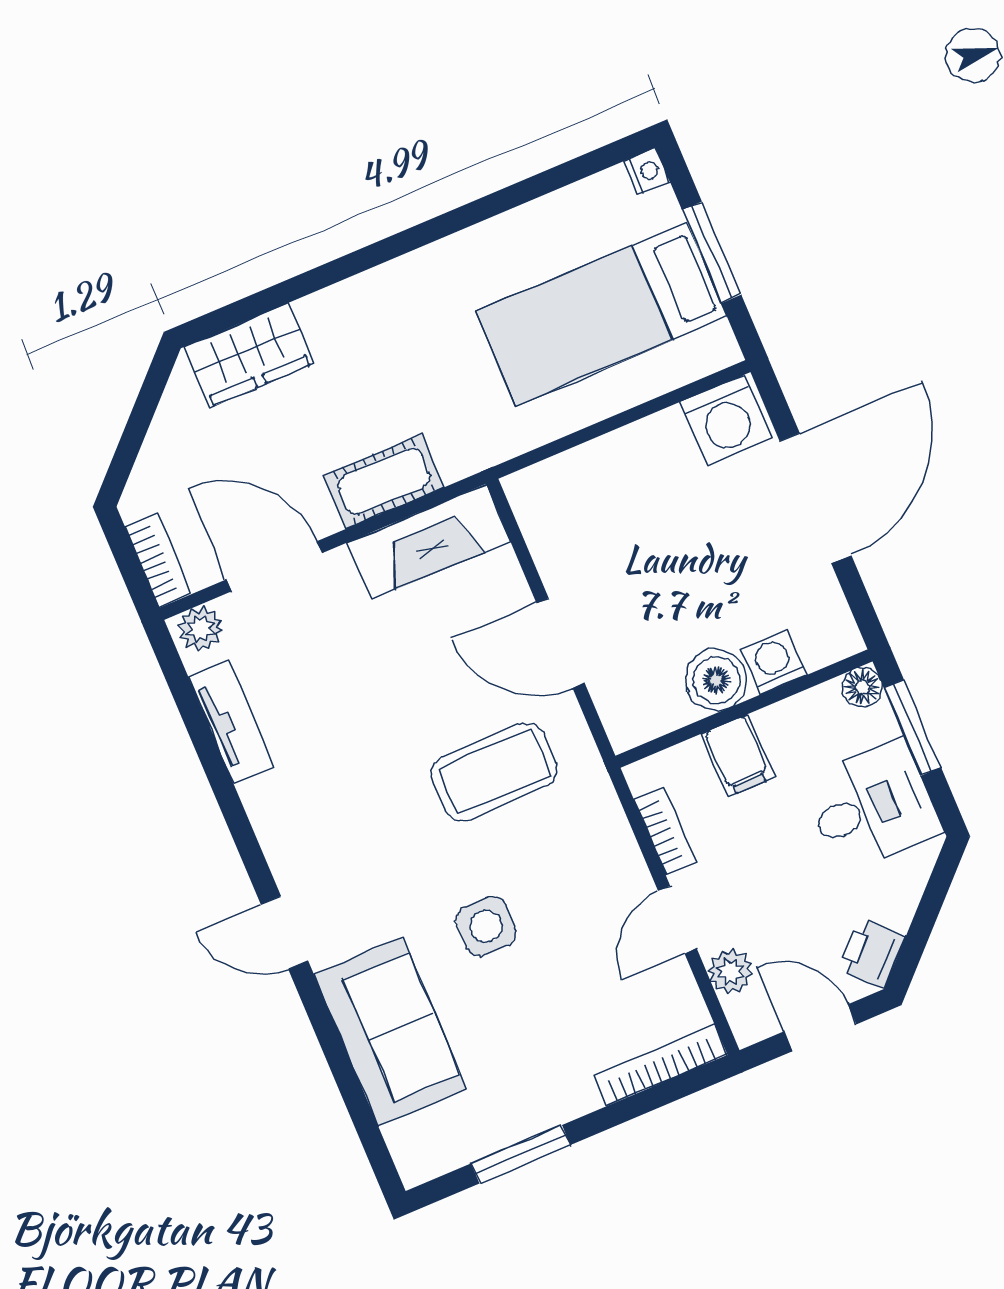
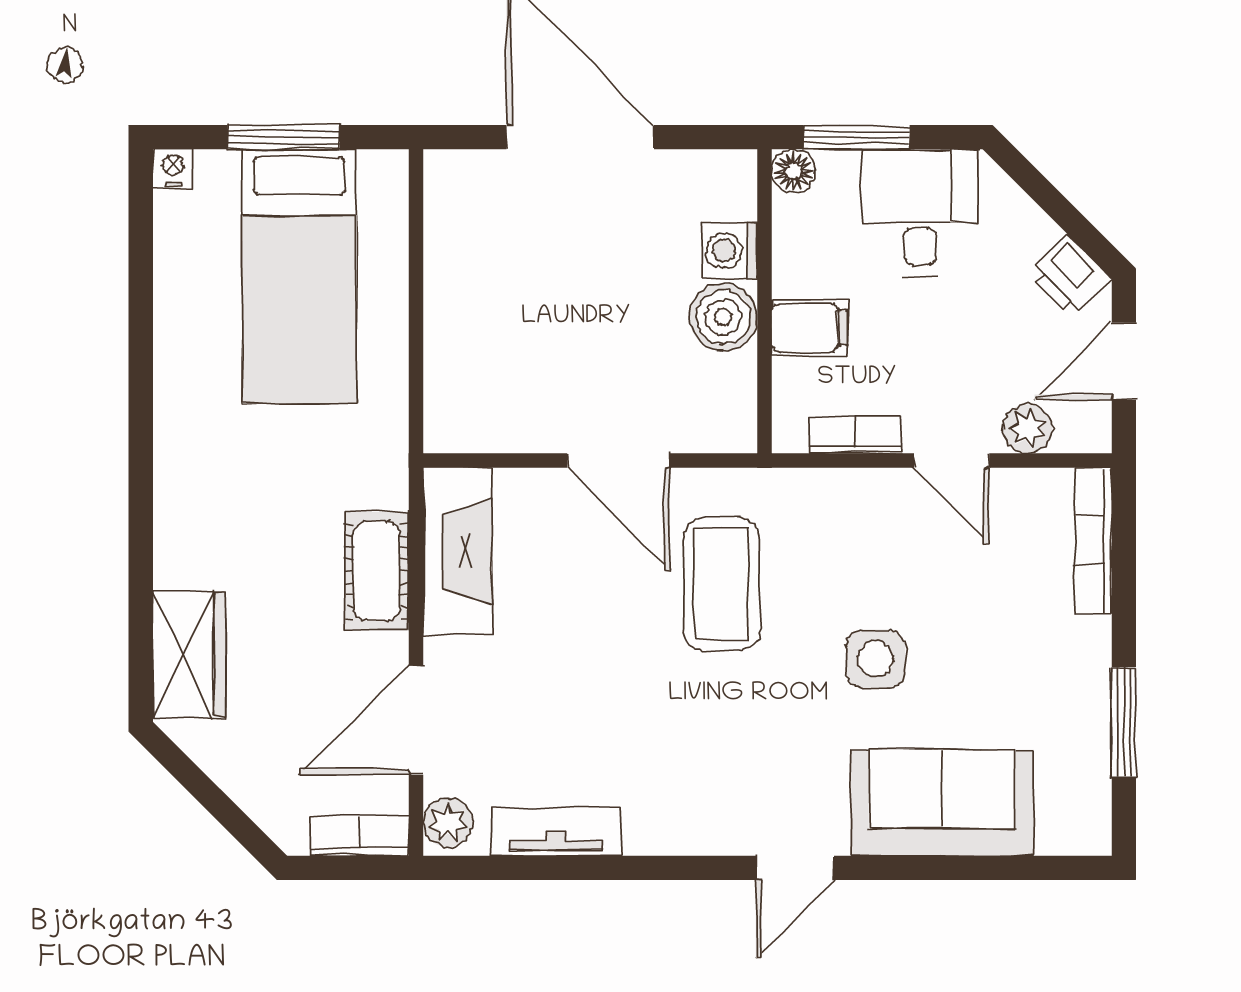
washing machine: (726, 420) -> (462, 195), removed
door: (561, 643) -> (618, 460), hinge flipped

